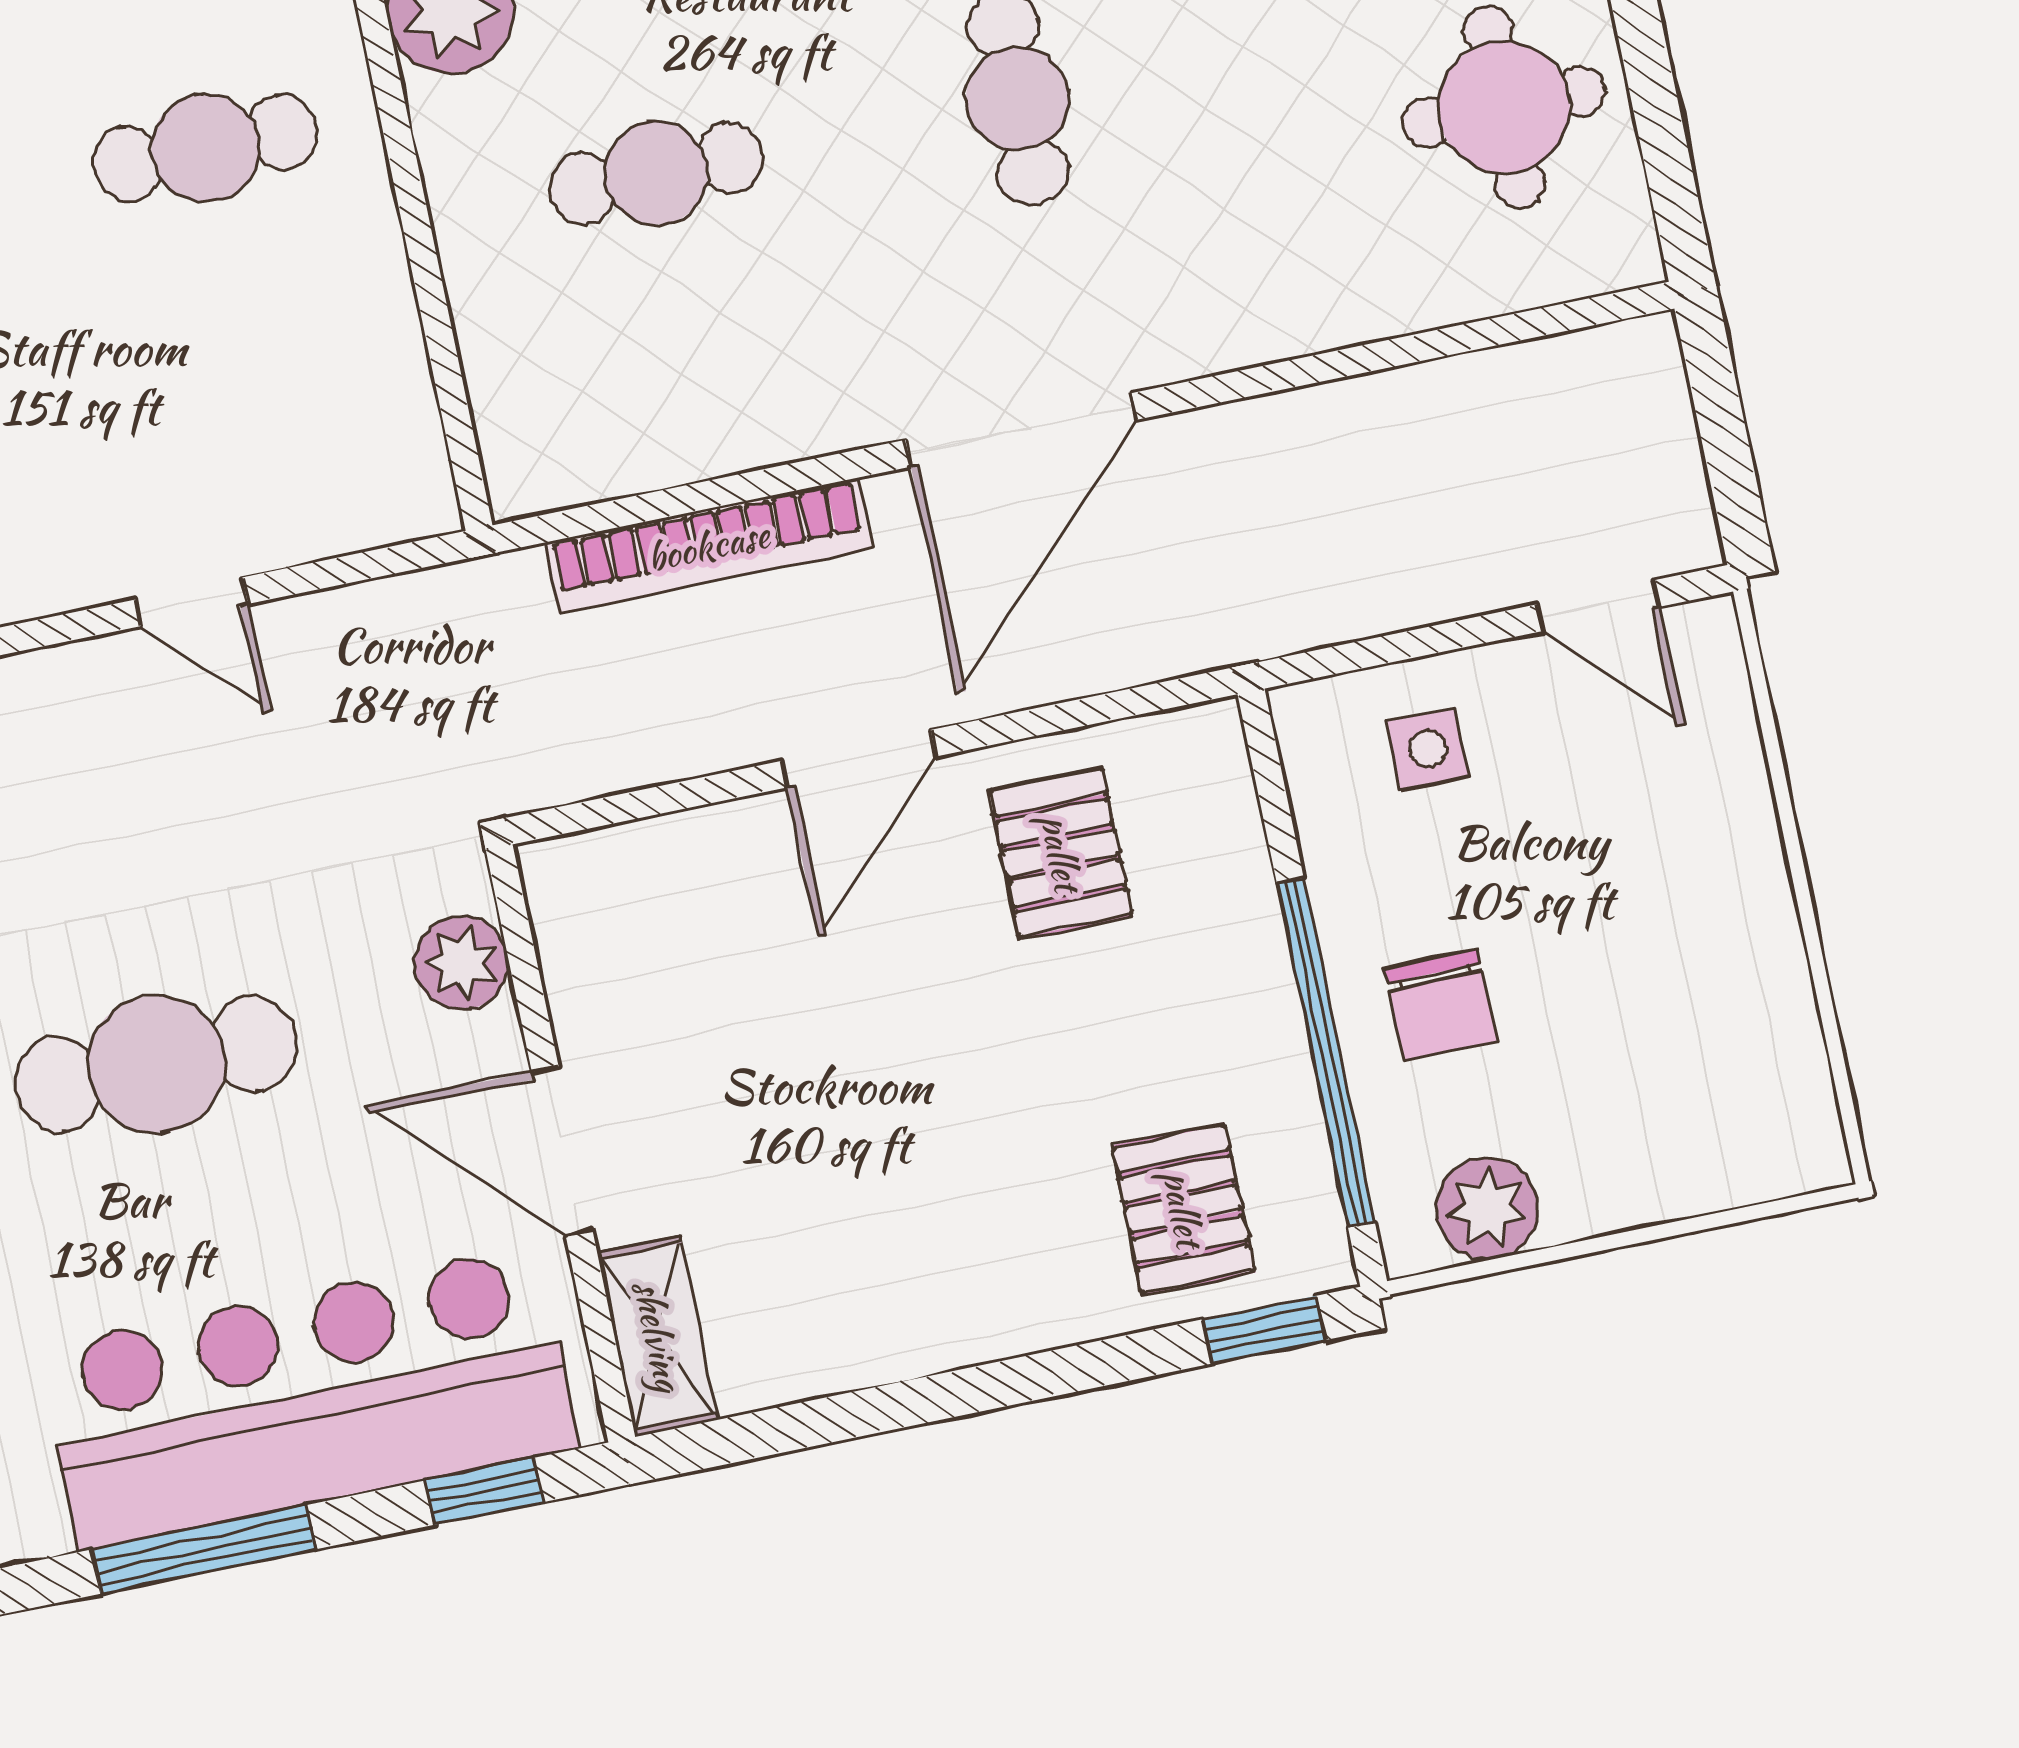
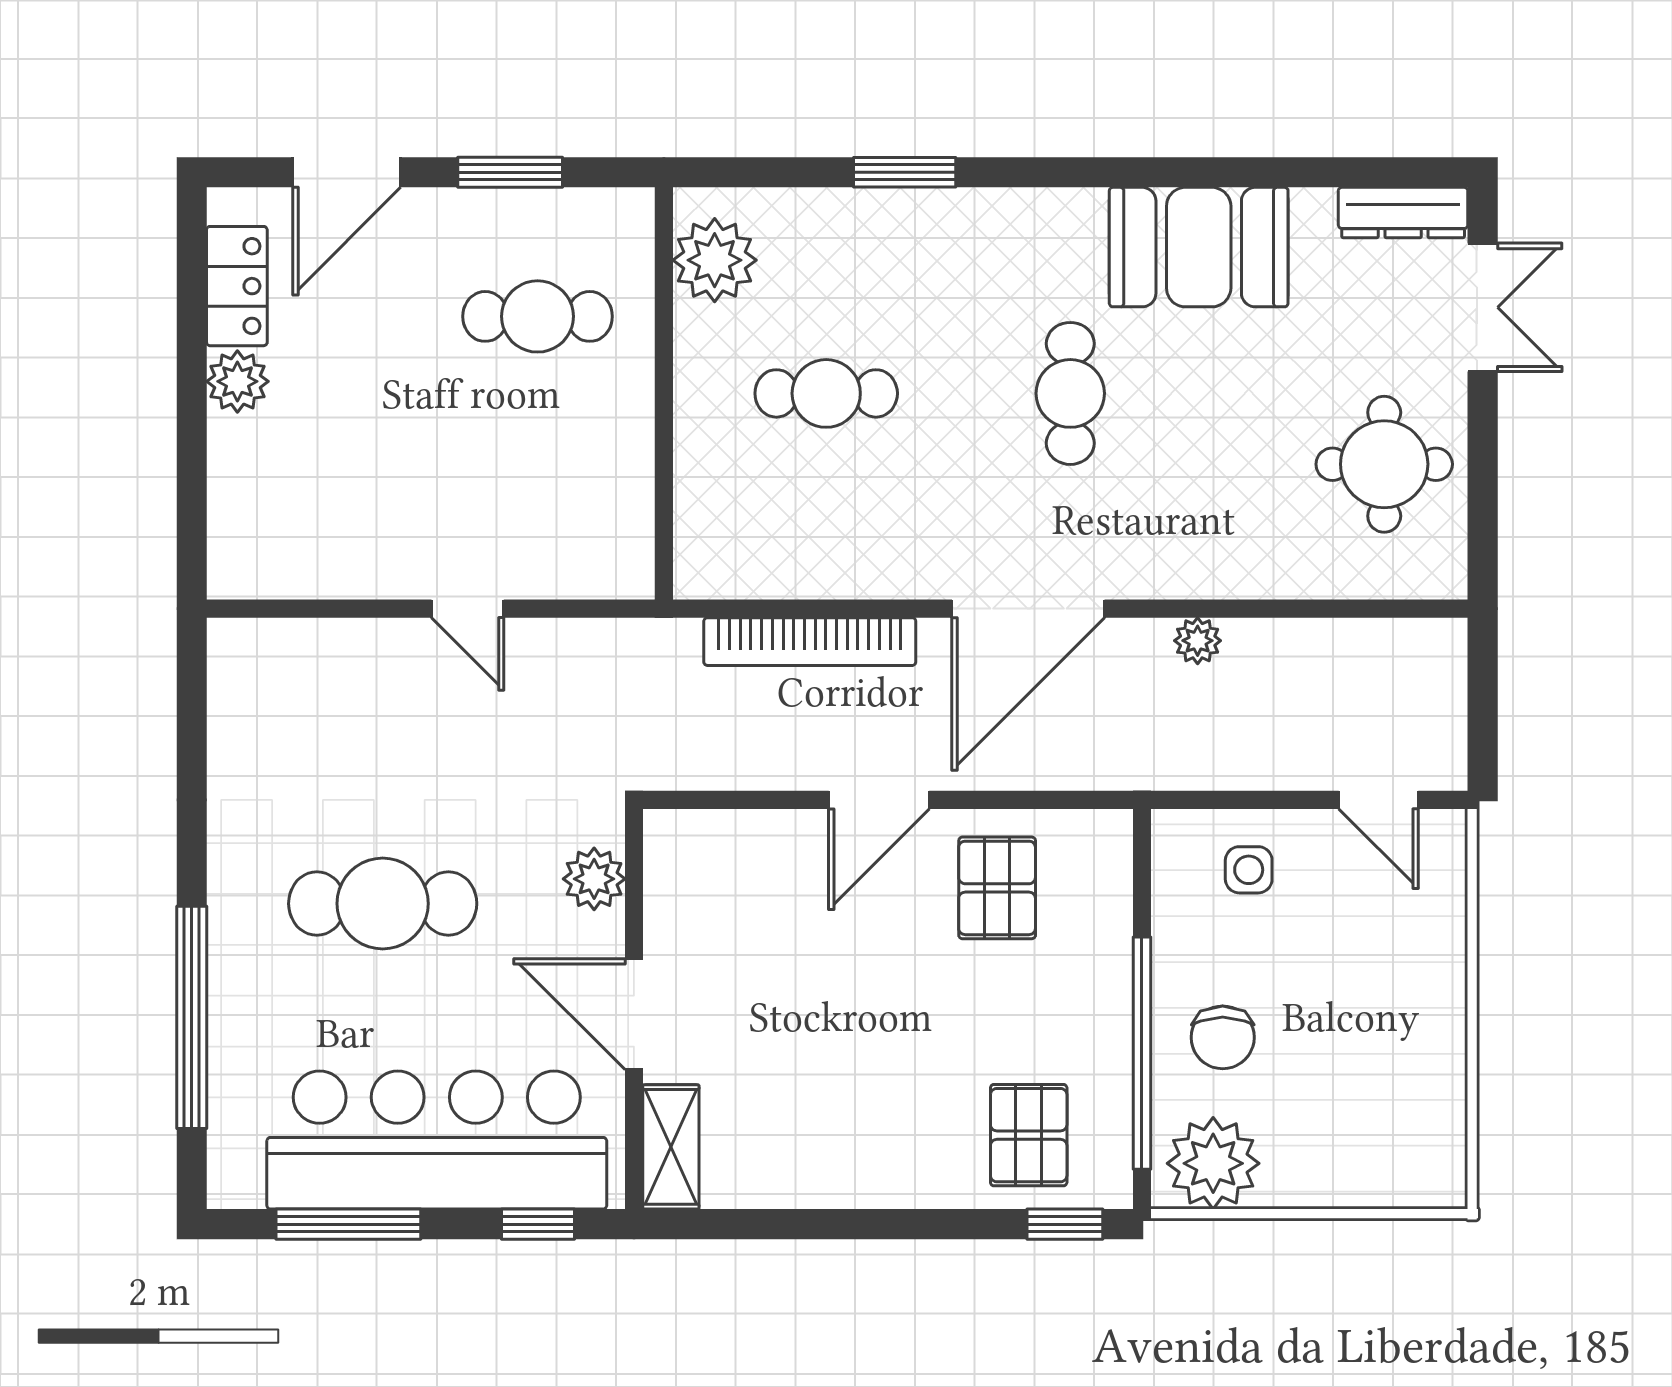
plant: (1282, 425) -> (1198, 641), added
plant: (1487, 1209) -> (1213, 1163), width x1.36, depth x1.36

